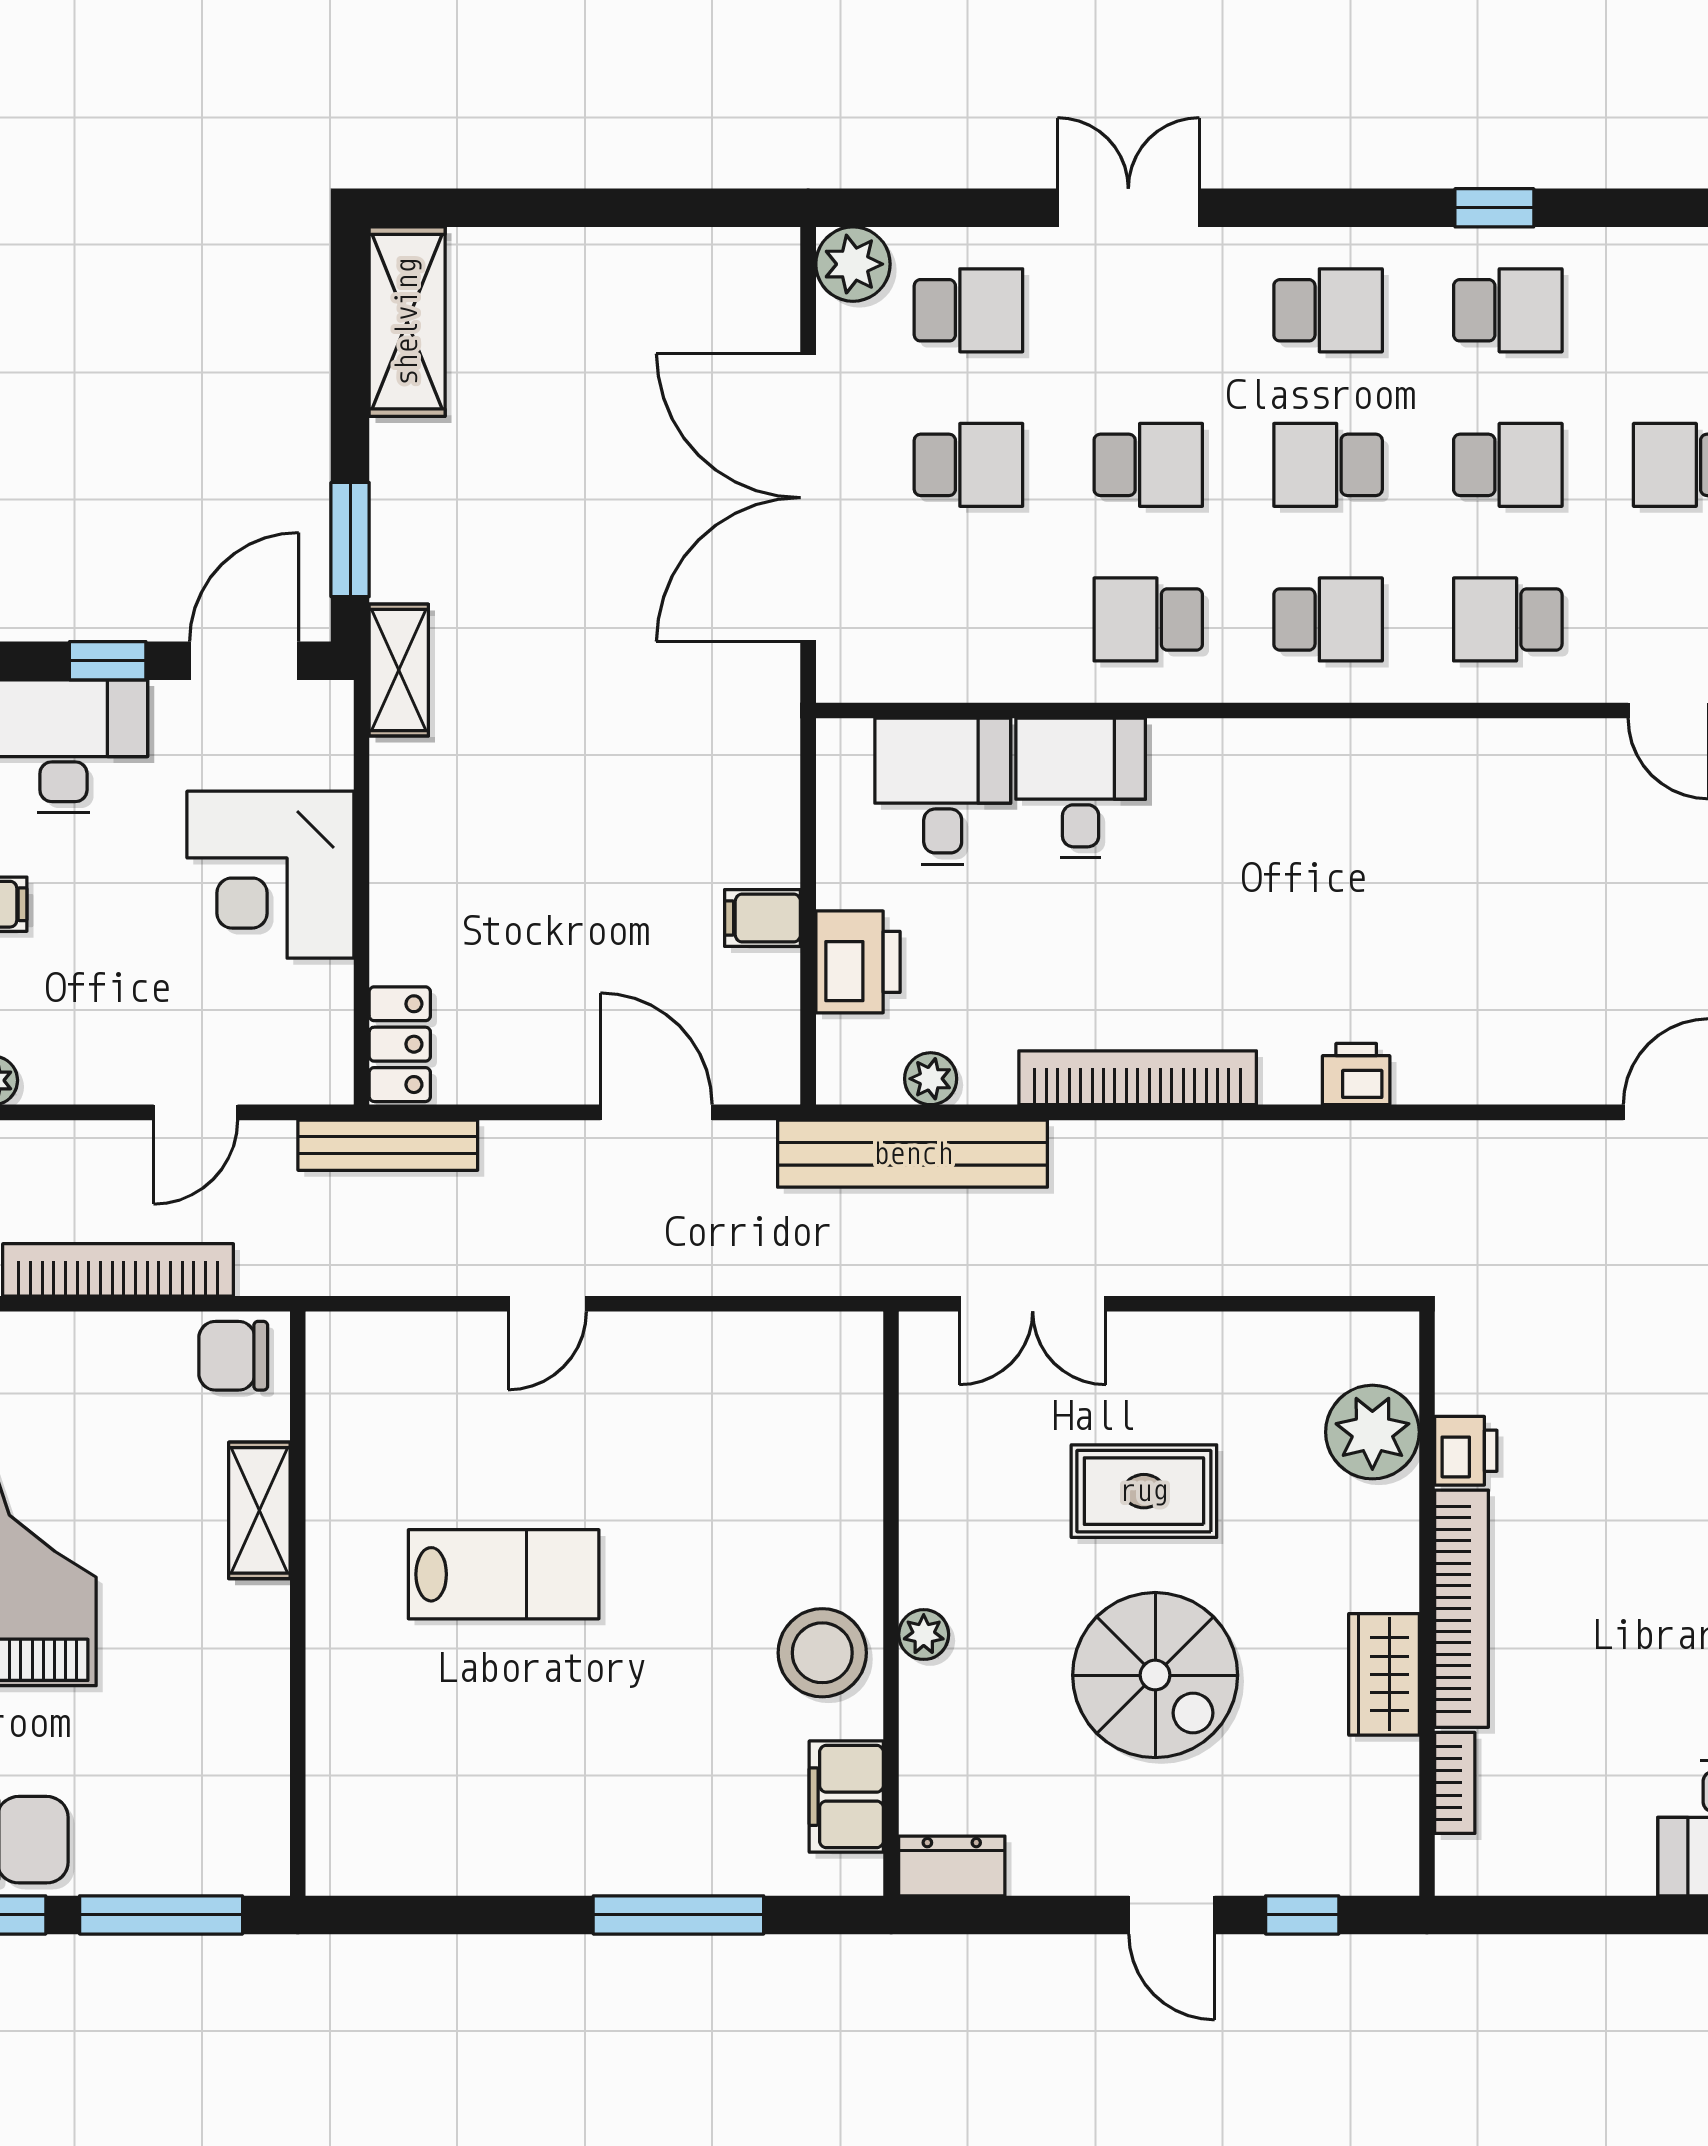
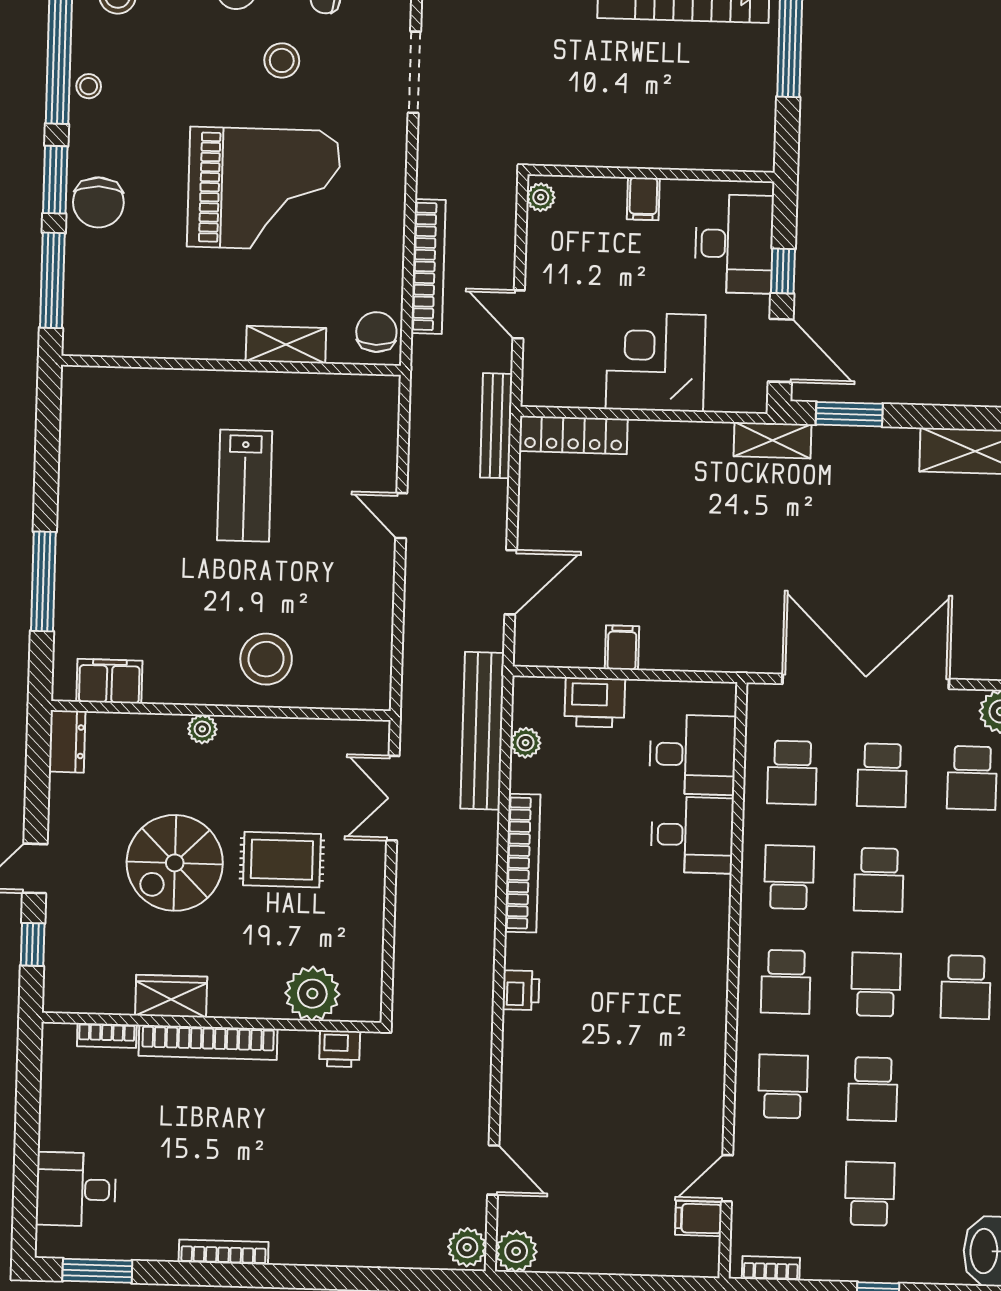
school desk: (1508, 310) -> (792, 773), moved
locker: (400, 1044) -> (573, 435), width x1.53
printer: (1466, 1451) -> (340, 1049), moved
rug: (1144, 1491) -> (282, 860), turned 90
stool: (822, 1653) -> (266, 659), moved

